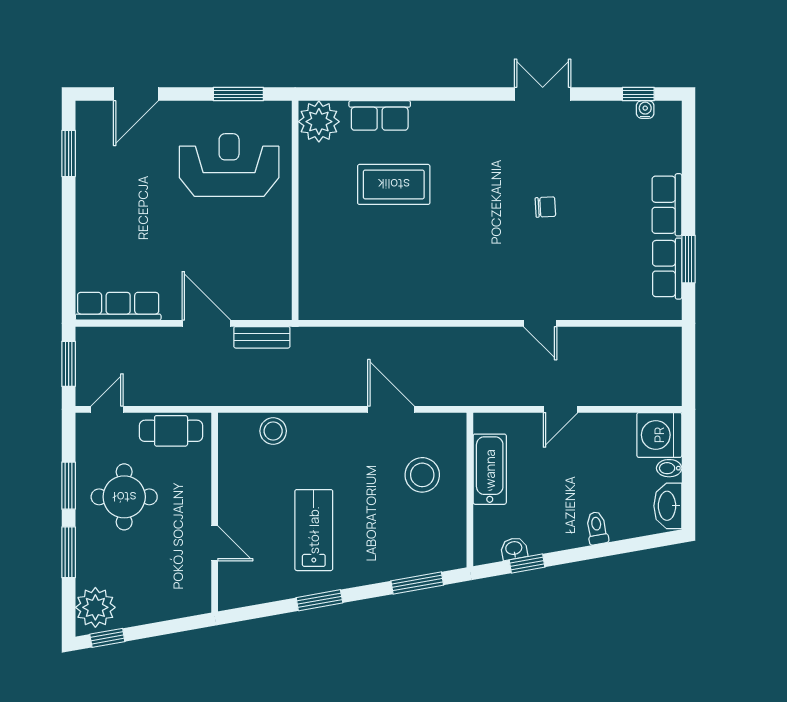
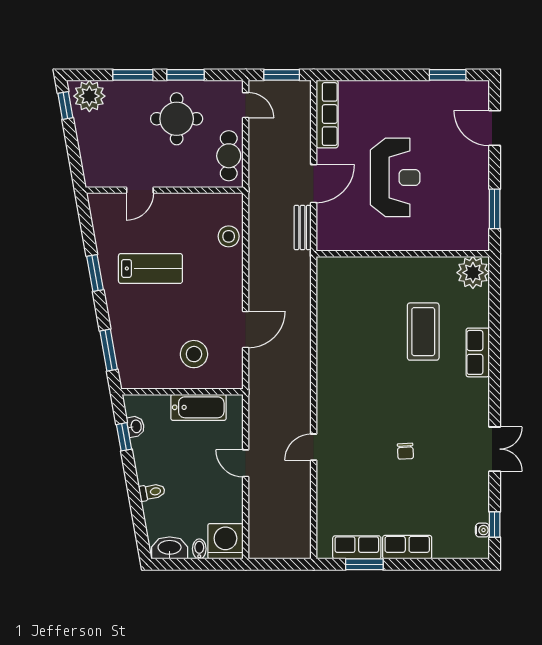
row of seats: (380, 115) -> (478, 352), moved
reception desk: (229, 165) -> (395, 177), moved

